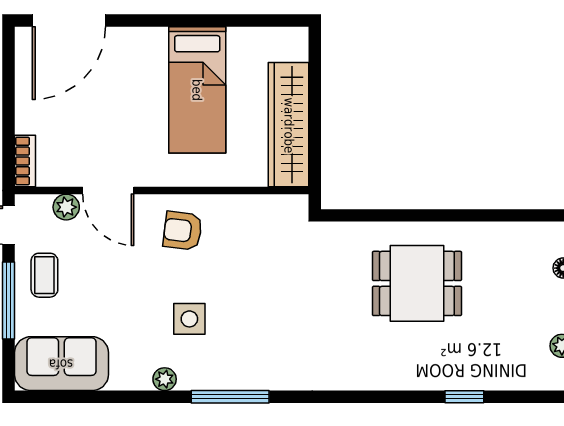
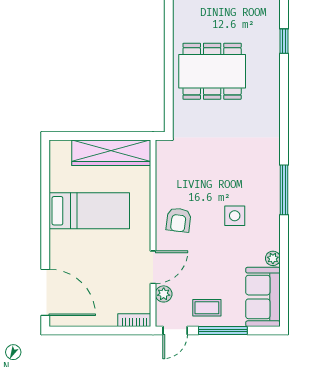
dining table: (417, 283) -> (212, 71), width x1.37
plant: (165, 379) -> (273, 258), moved

